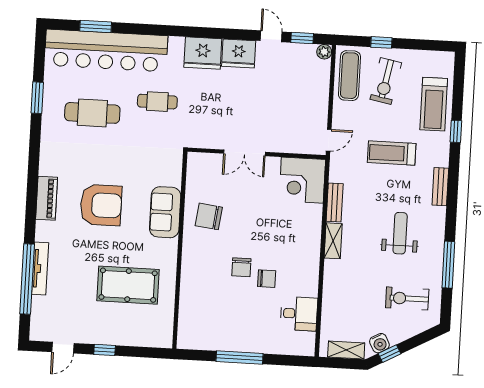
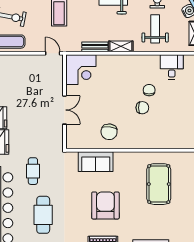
sofa: (165, 212) -> (96, 162), moved
weight bench: (356, 293) -> (155, 29), added

